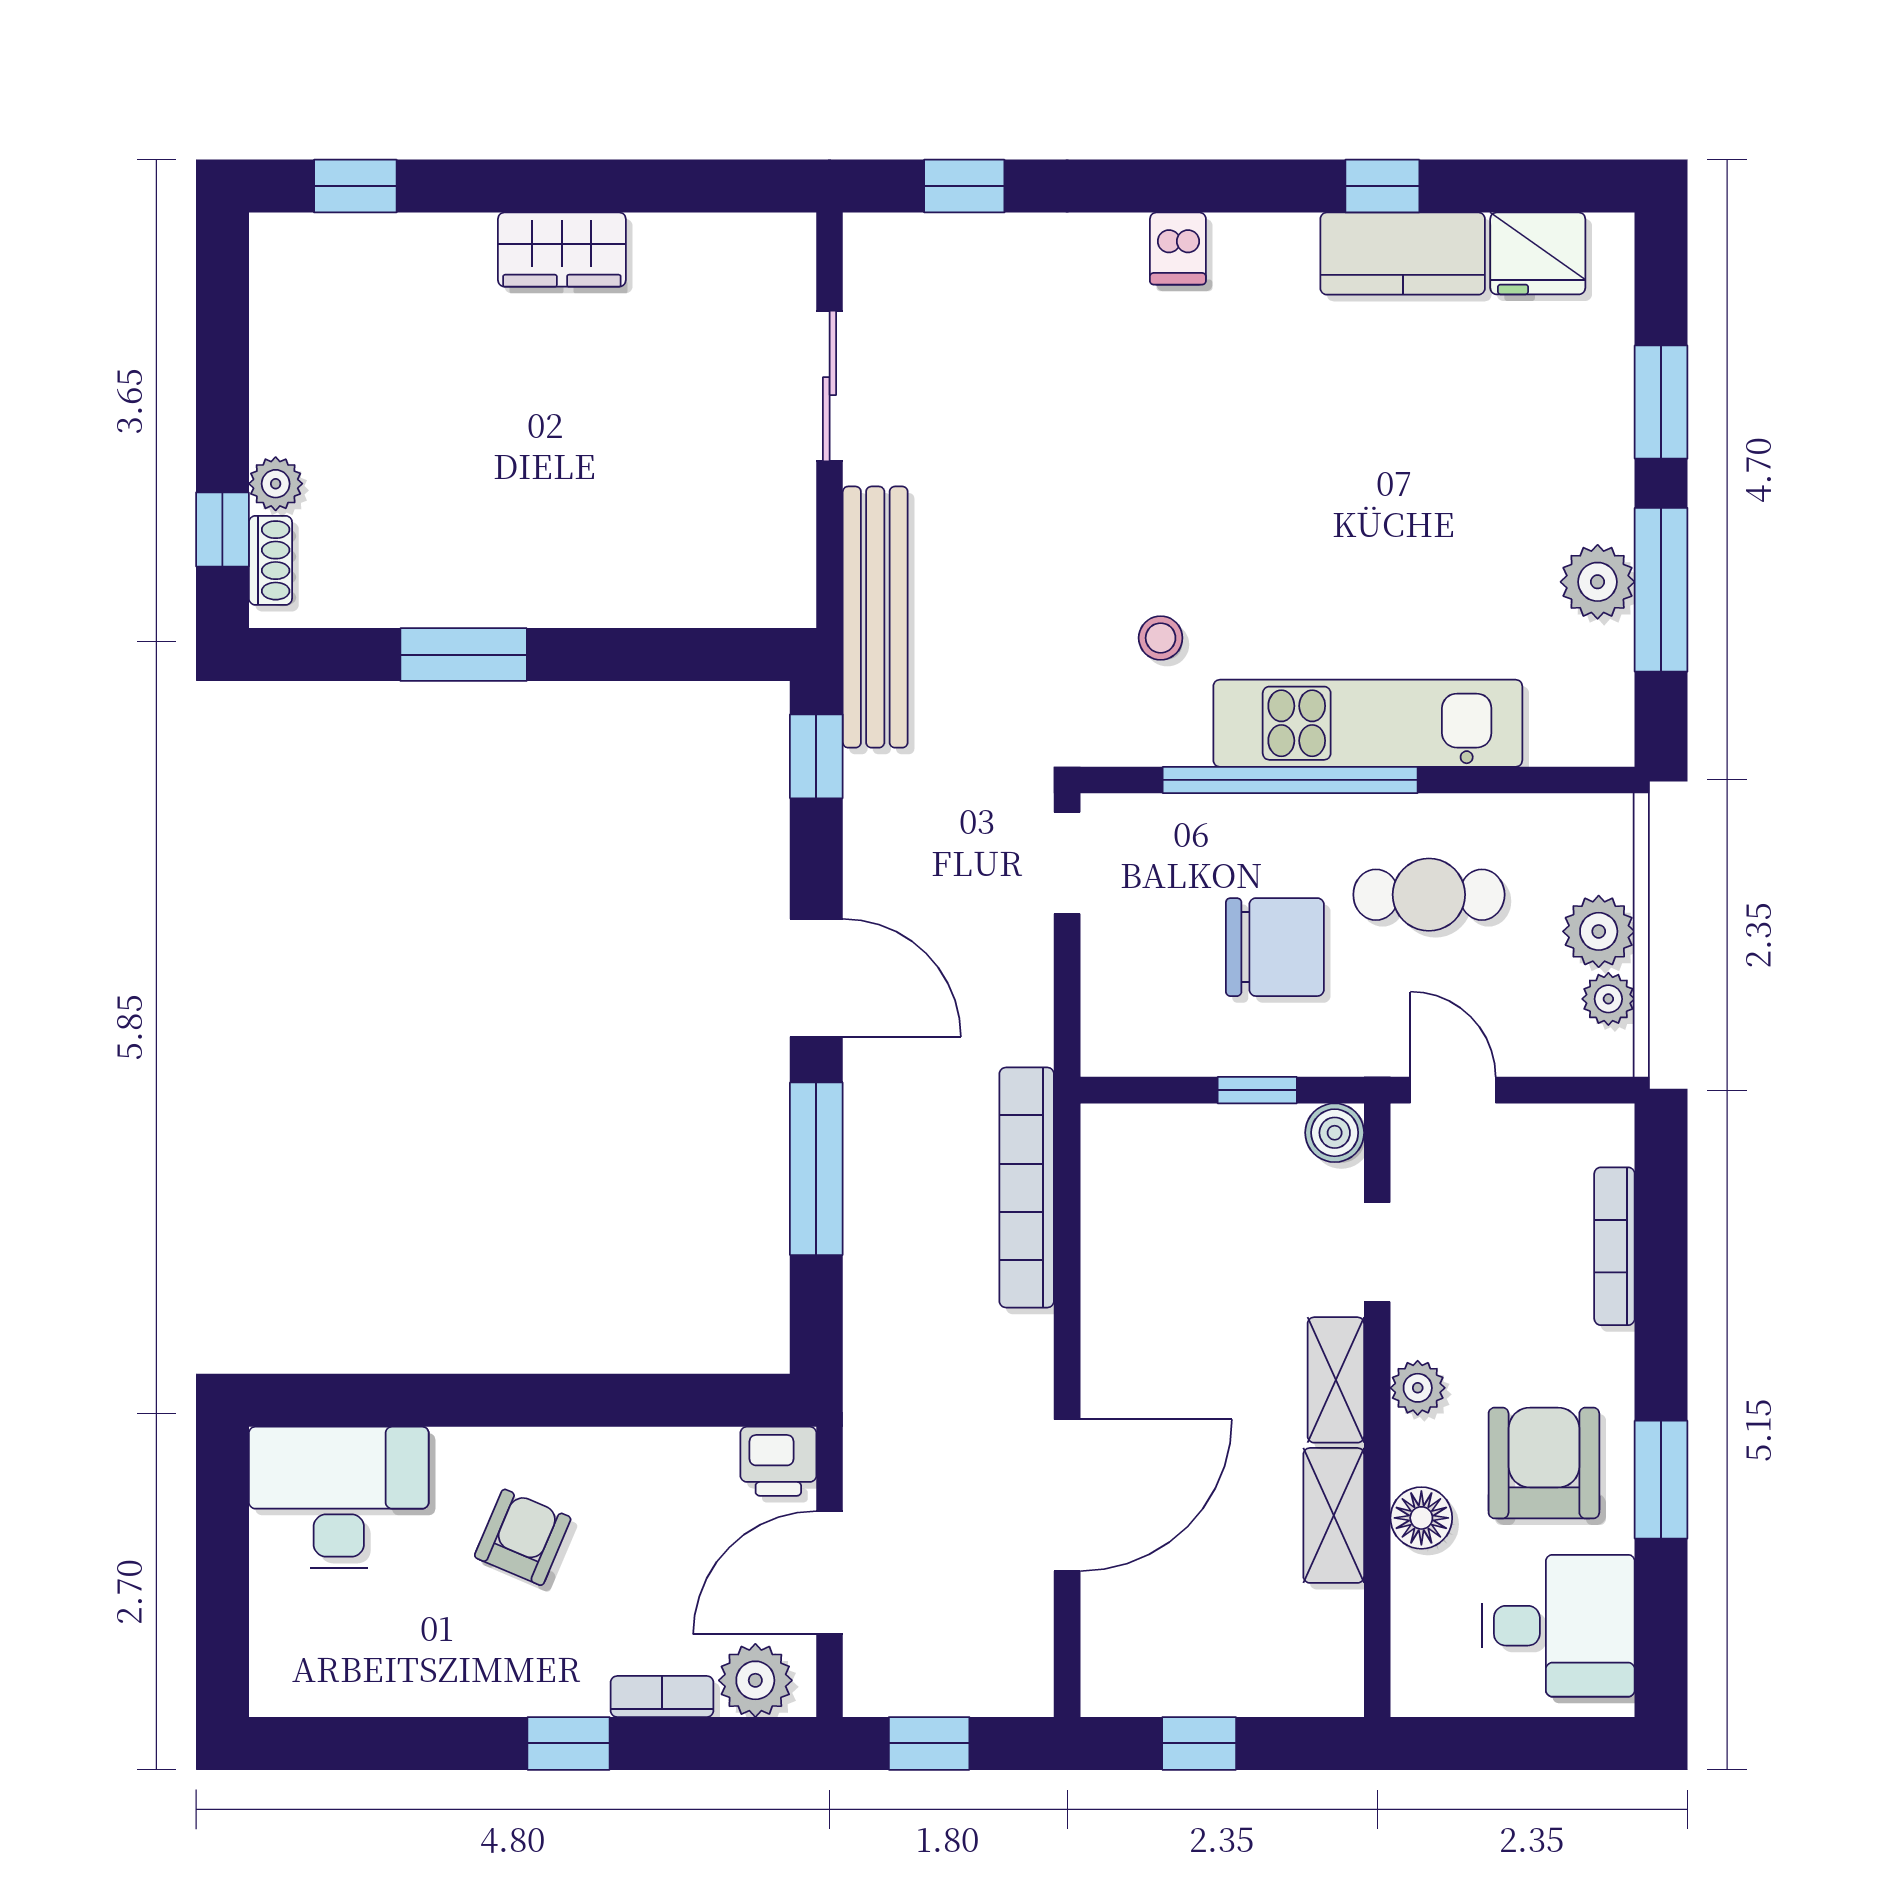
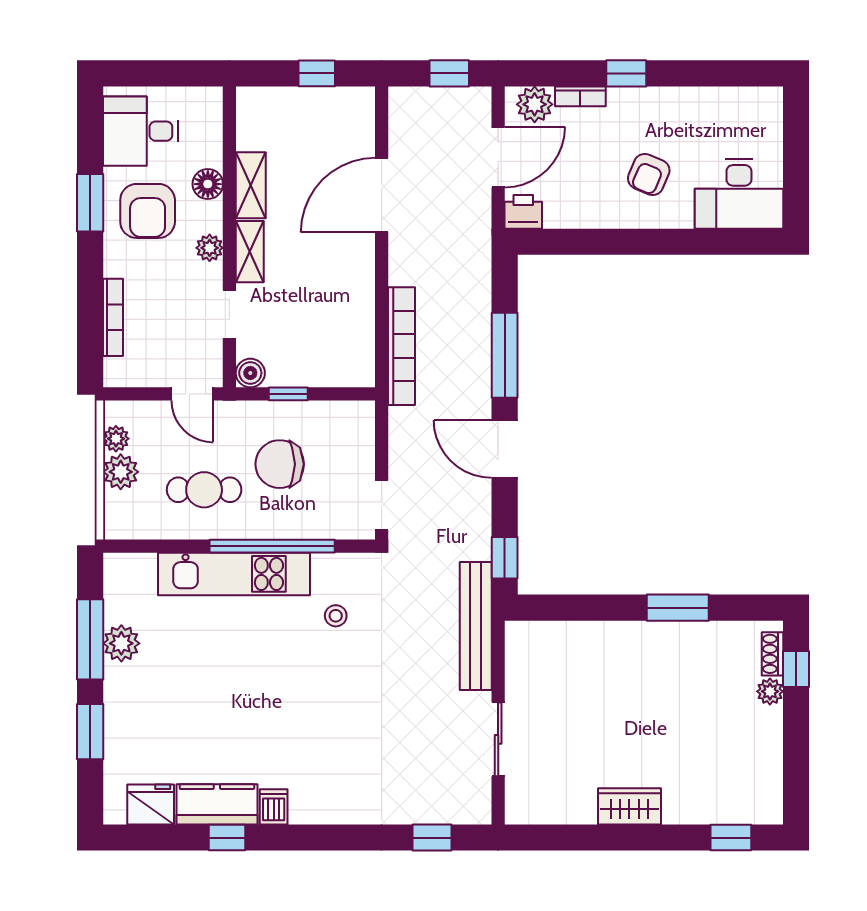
dishwasher: (1178, 248) -> (274, 807), moved

